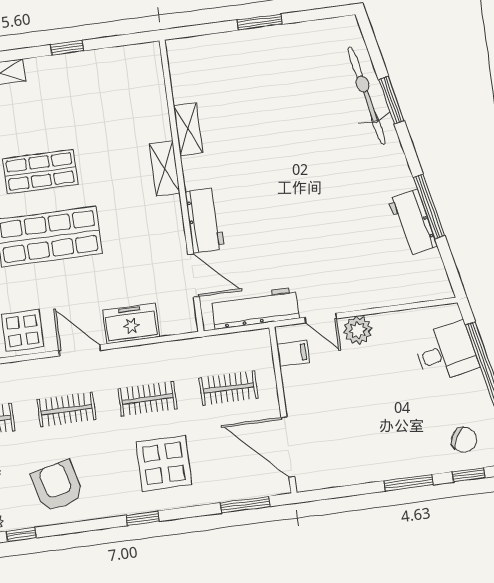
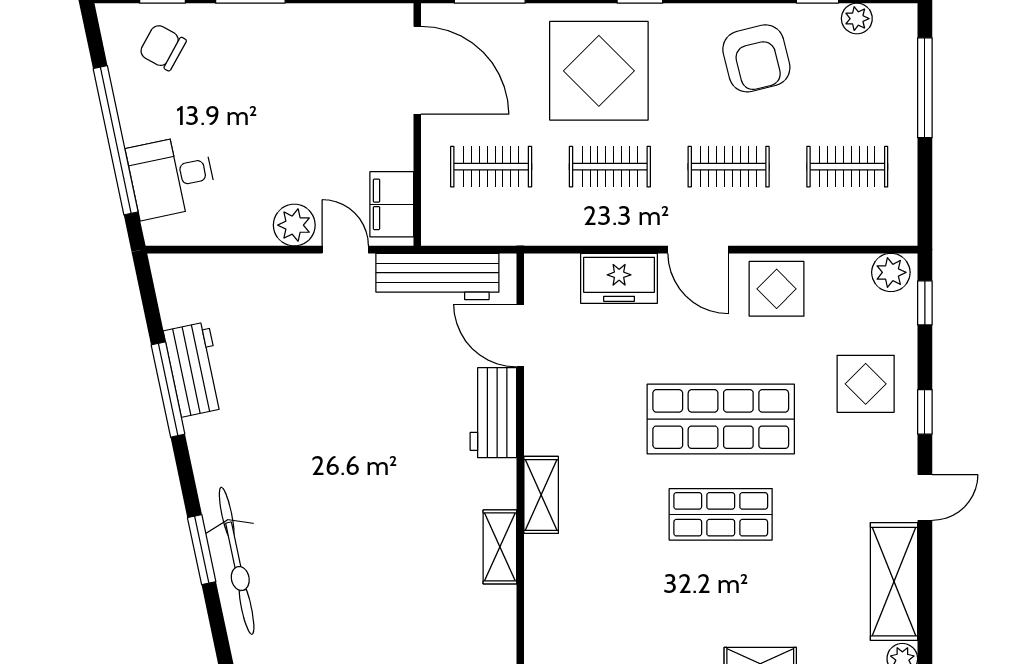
filing cabinet: (293, 353) -> (392, 204), width x2.00
display table: (164, 463) -> (599, 71), width x1.36, depth x1.36

